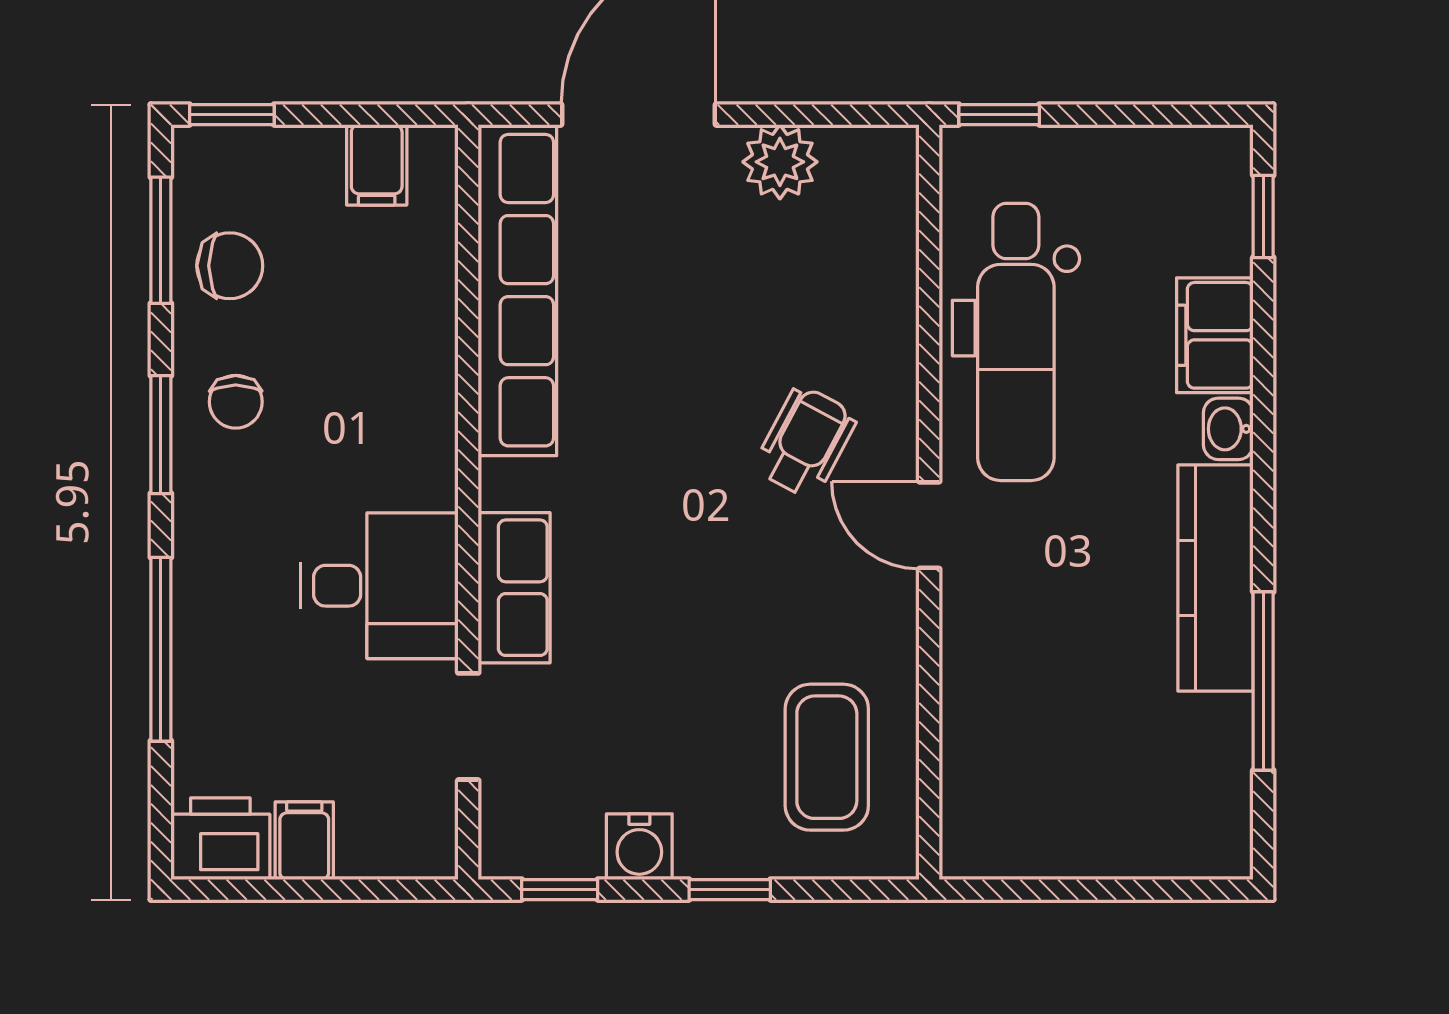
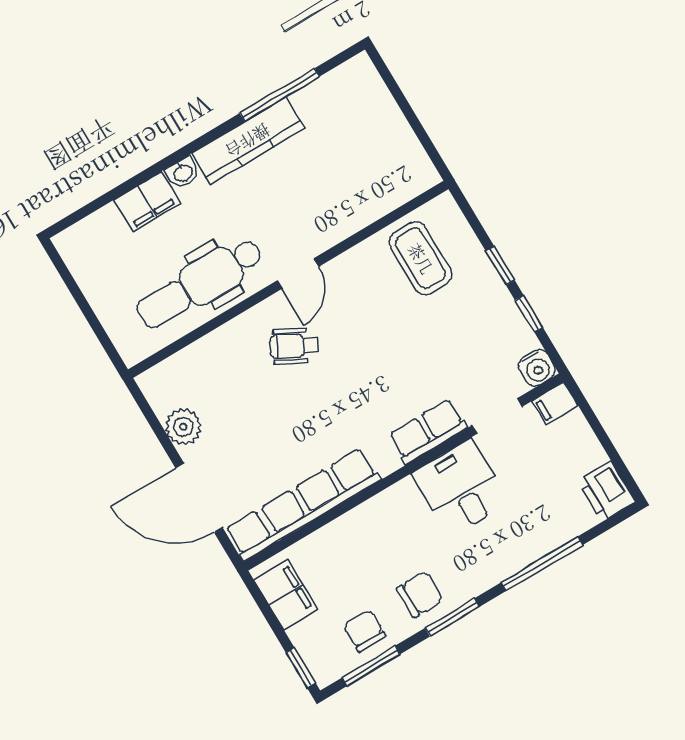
window: (999, 115) -> (109, 347), removed
filing cabinet: (377, 165) -> (286, 595), width x2.00
window: (1263, 216) -> (85, 211), removed
dental chair: (1016, 342) -> (200, 283), turned 180
chair: (236, 402) -> (420, 594), width x1.37, depth x1.37
coffee table: (827, 757) -> (421, 258), turned 90
filing cabinet: (304, 841) -> (555, 404), moved
water cooler: (639, 847) -> (537, 368), moved, turned 90
window: (560, 890) -> (529, 314), moved

